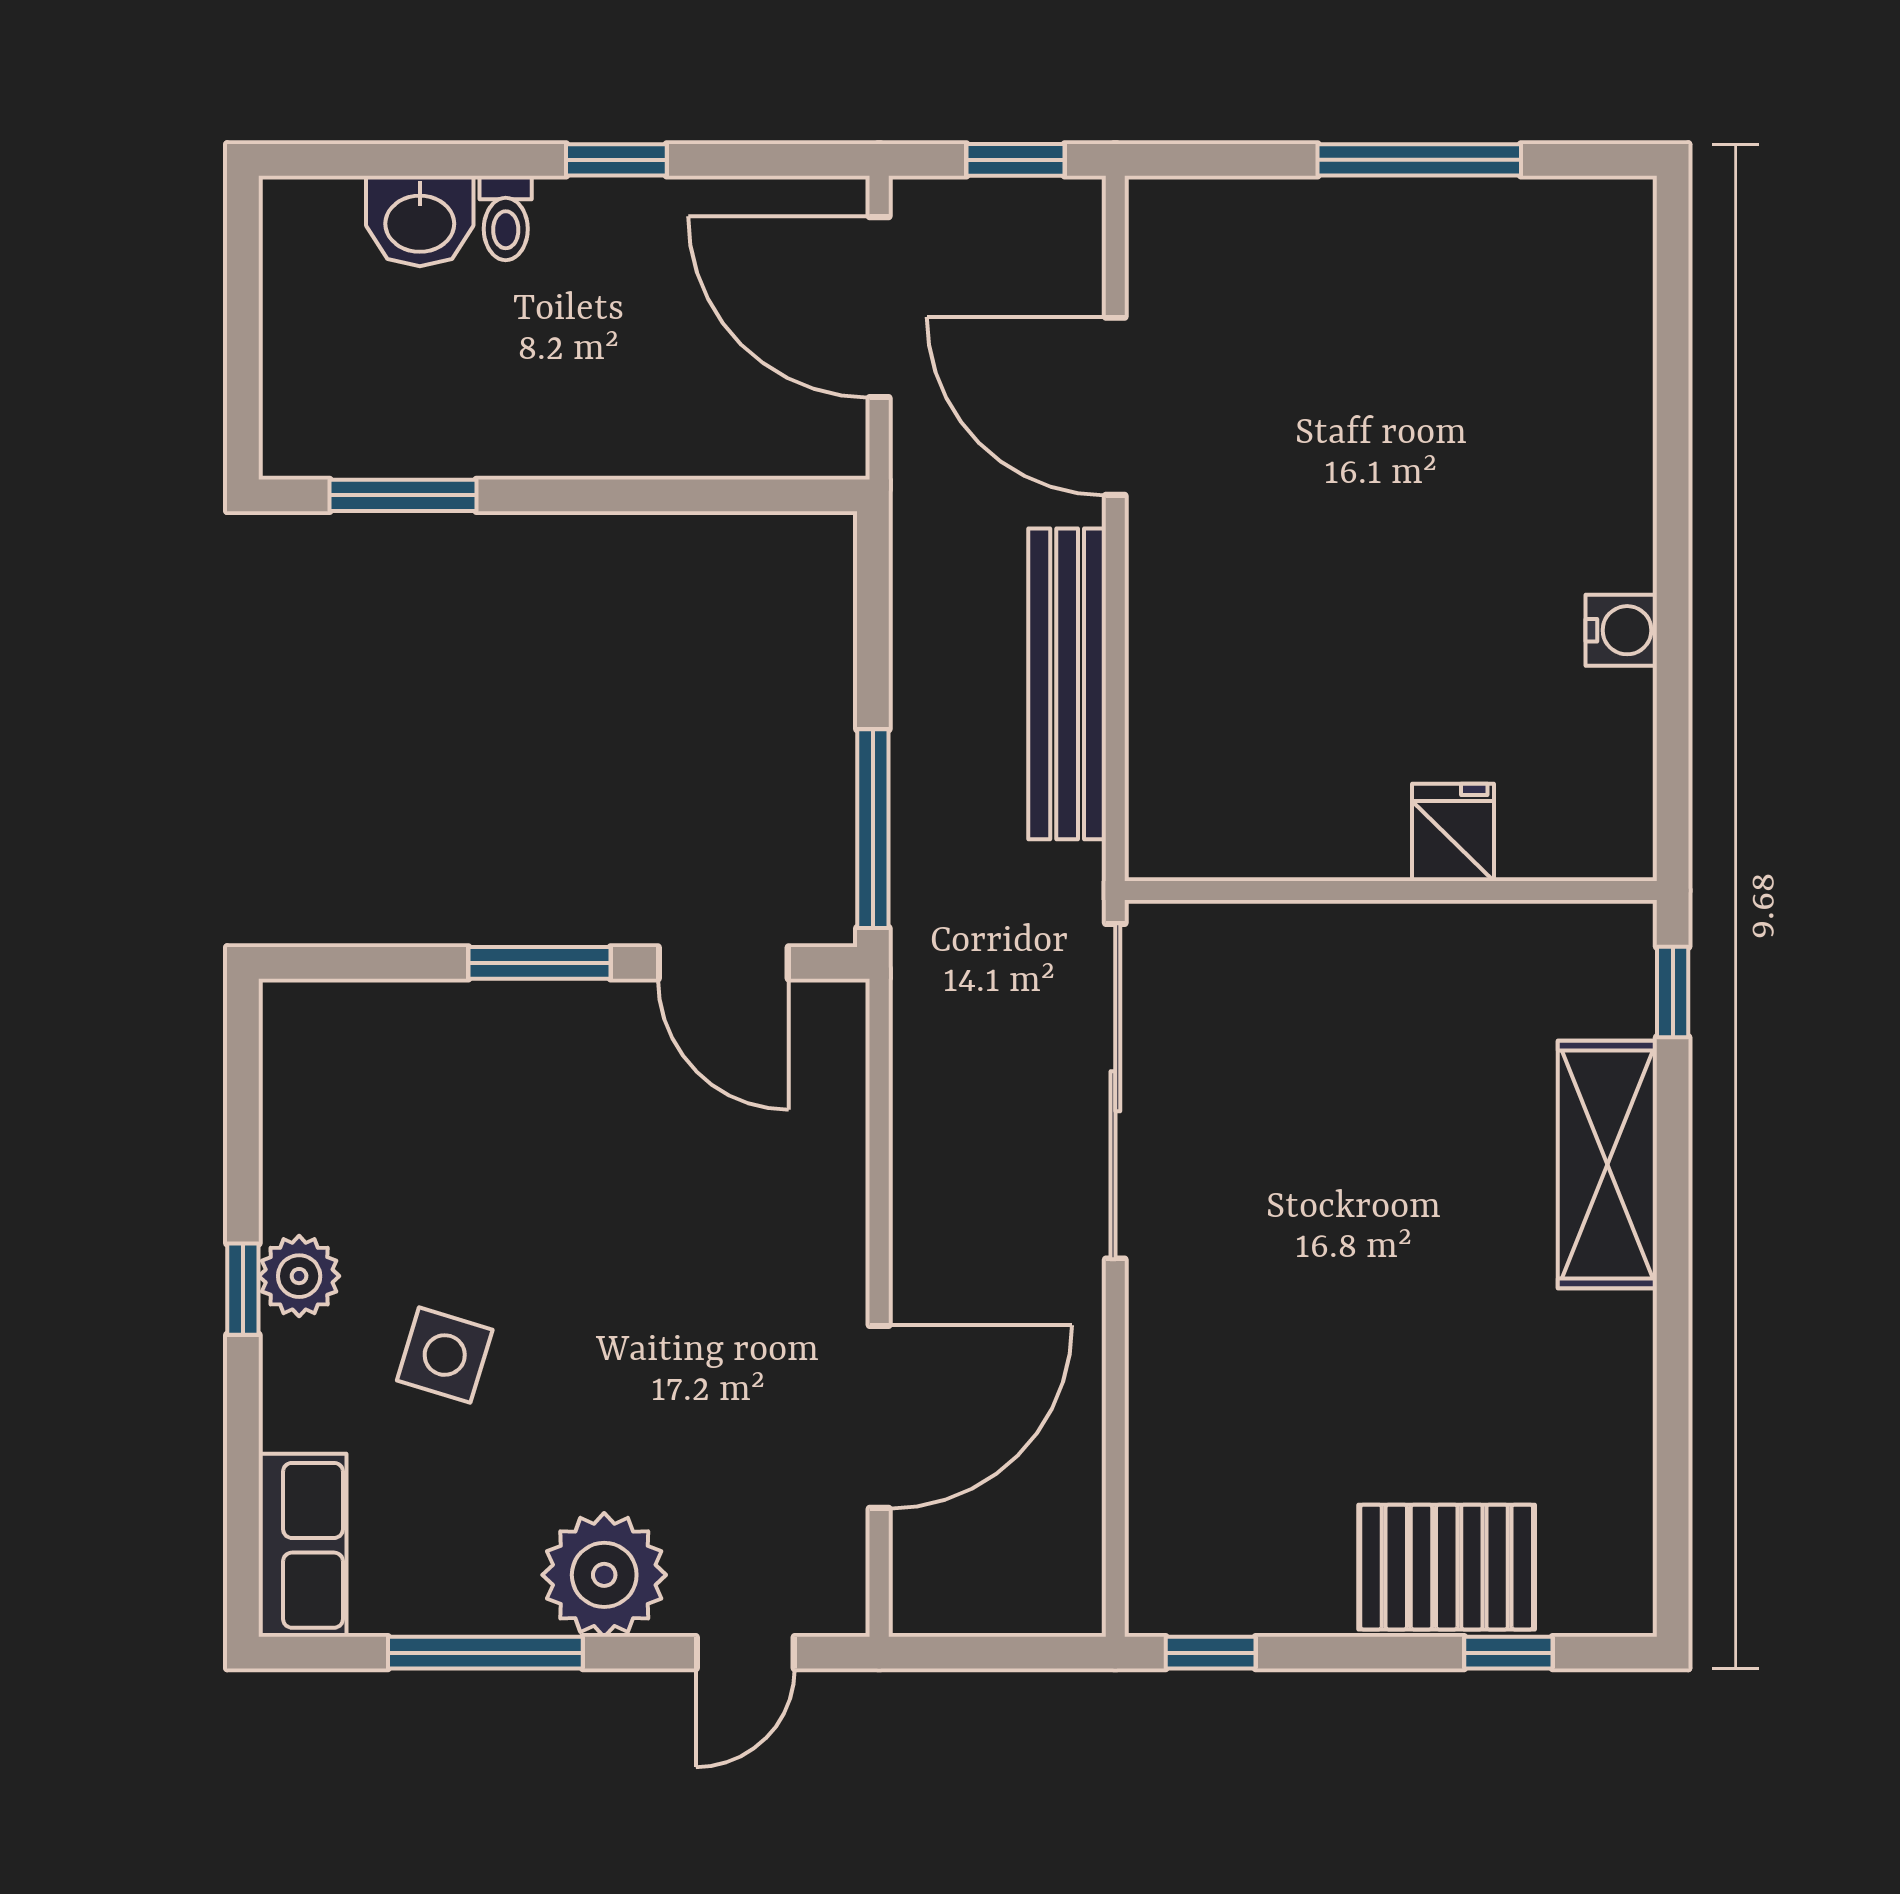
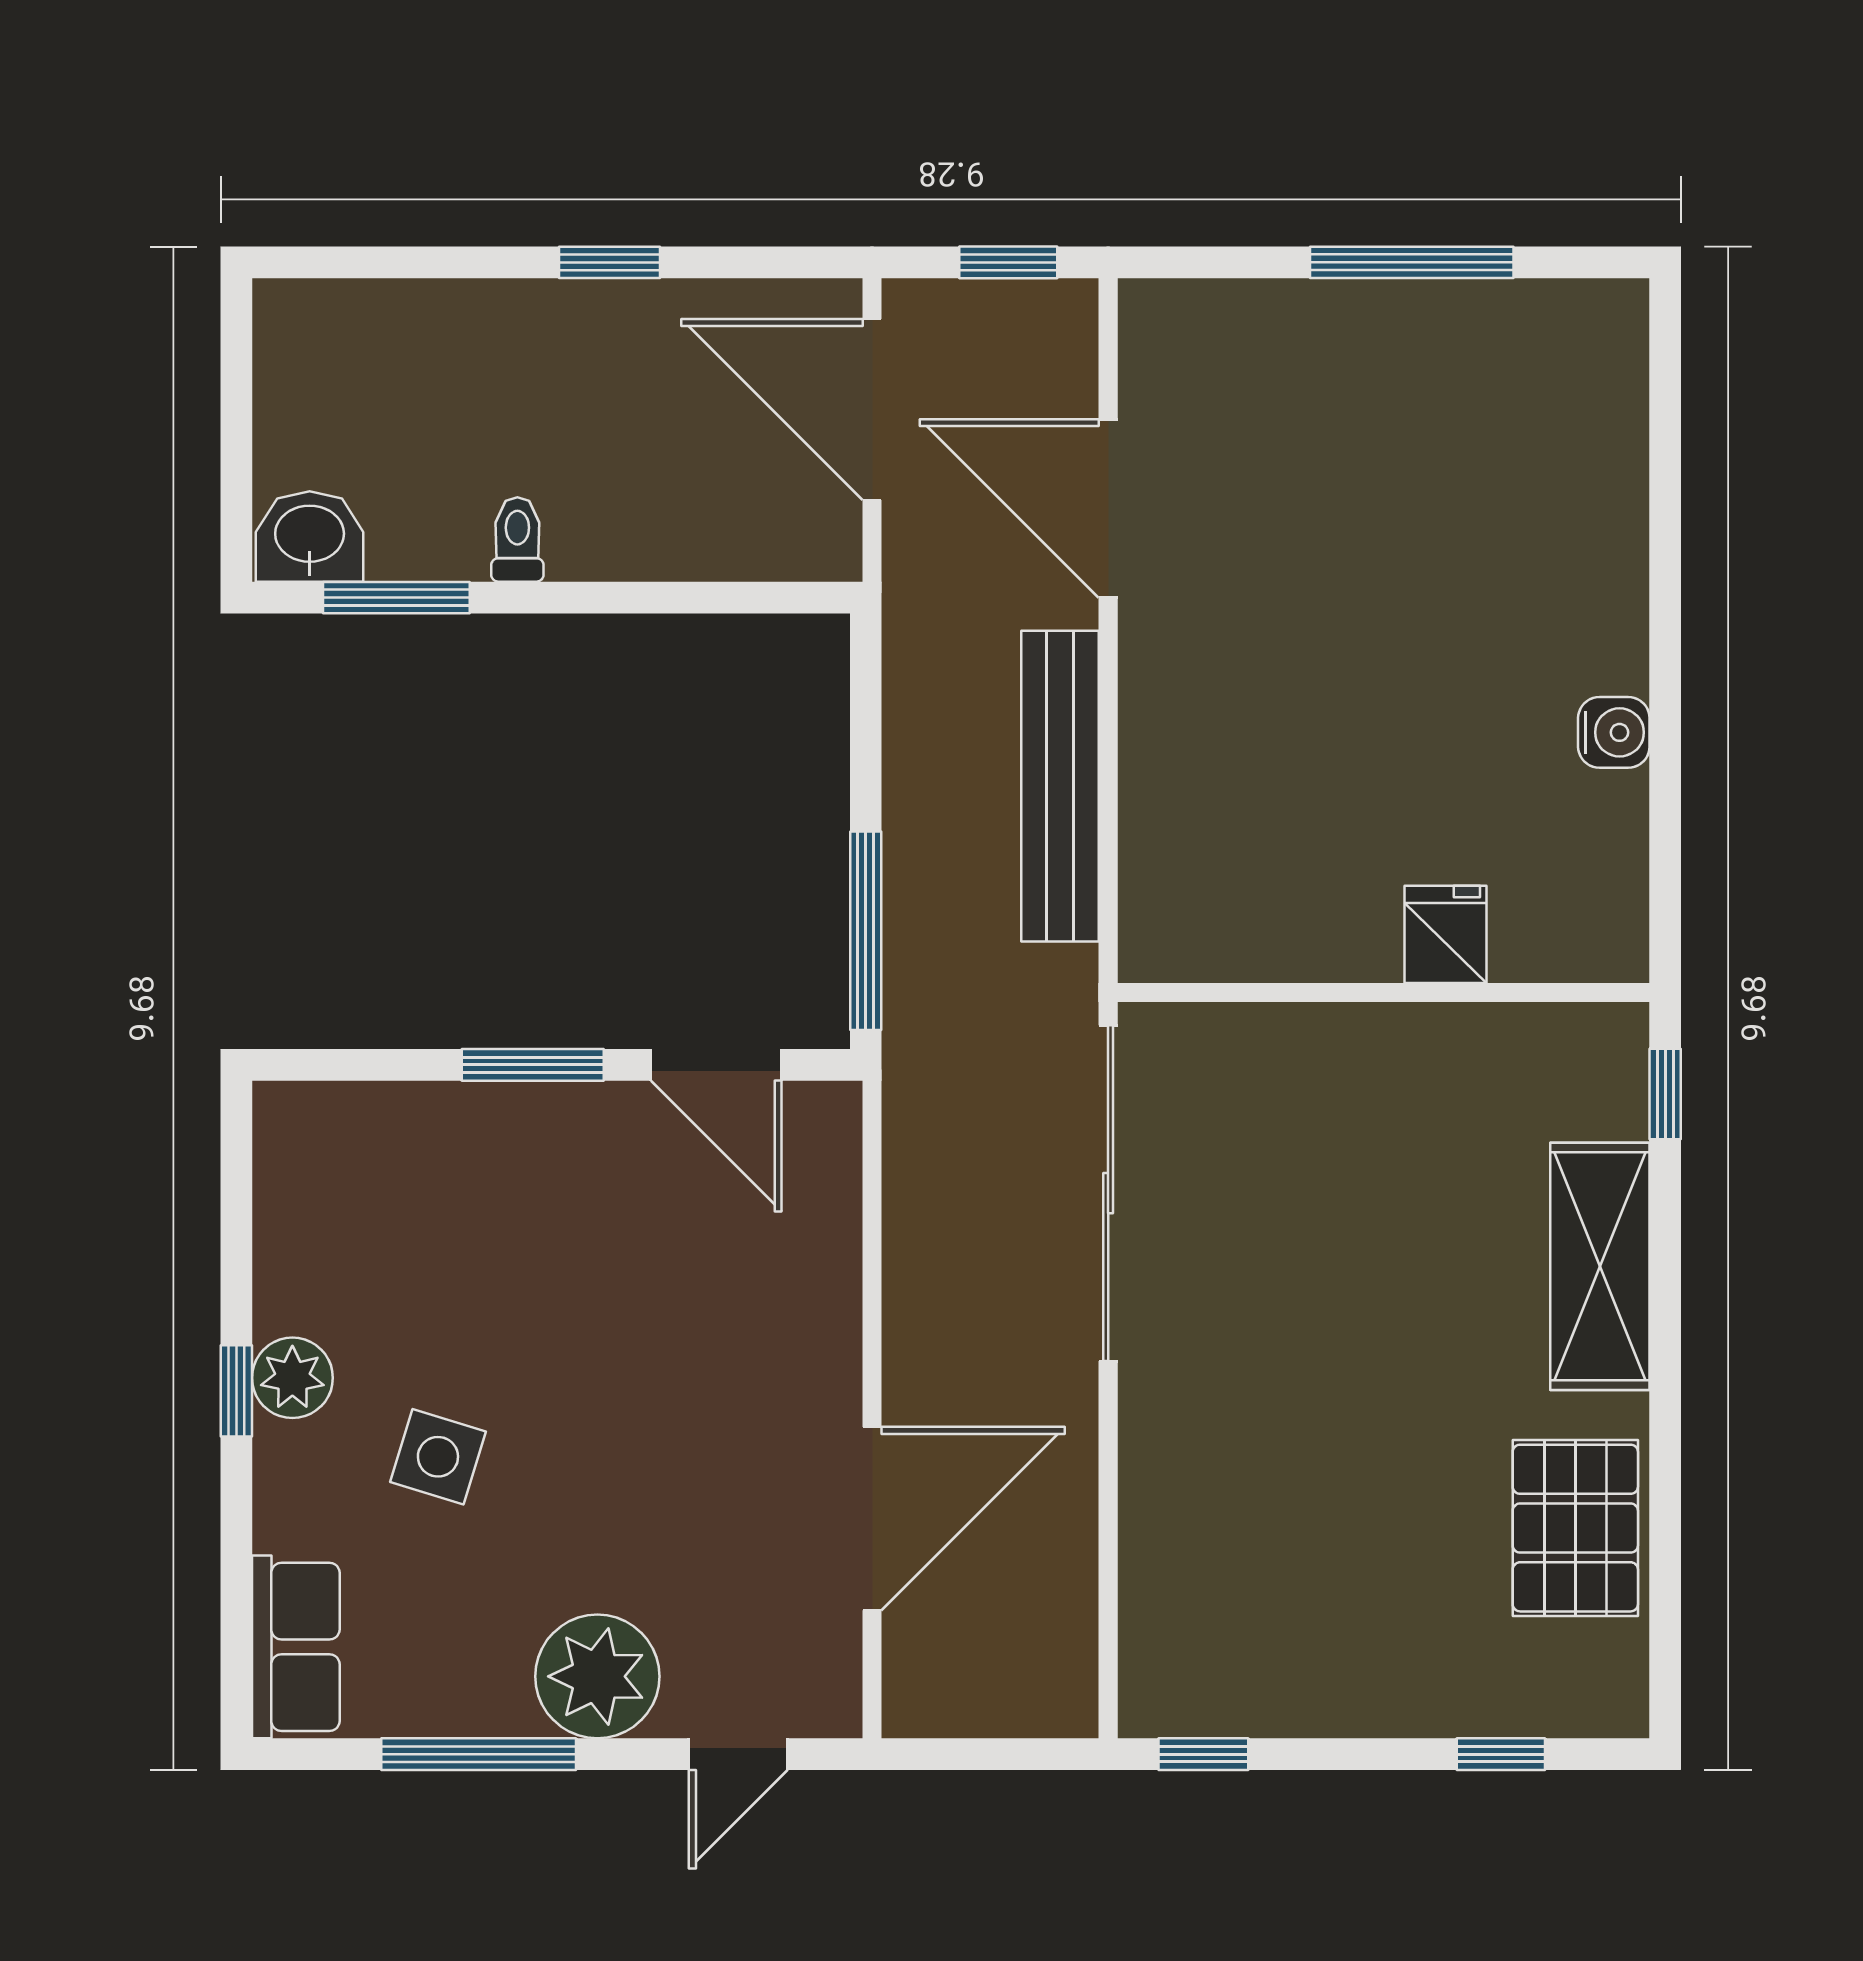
toilet: (506, 218) -> (517, 539), moved, turned 180
washbasin: (420, 221) -> (310, 536), moved, turned 180
pallet: (1447, 1567) -> (1575, 1528), moved, turned 90

